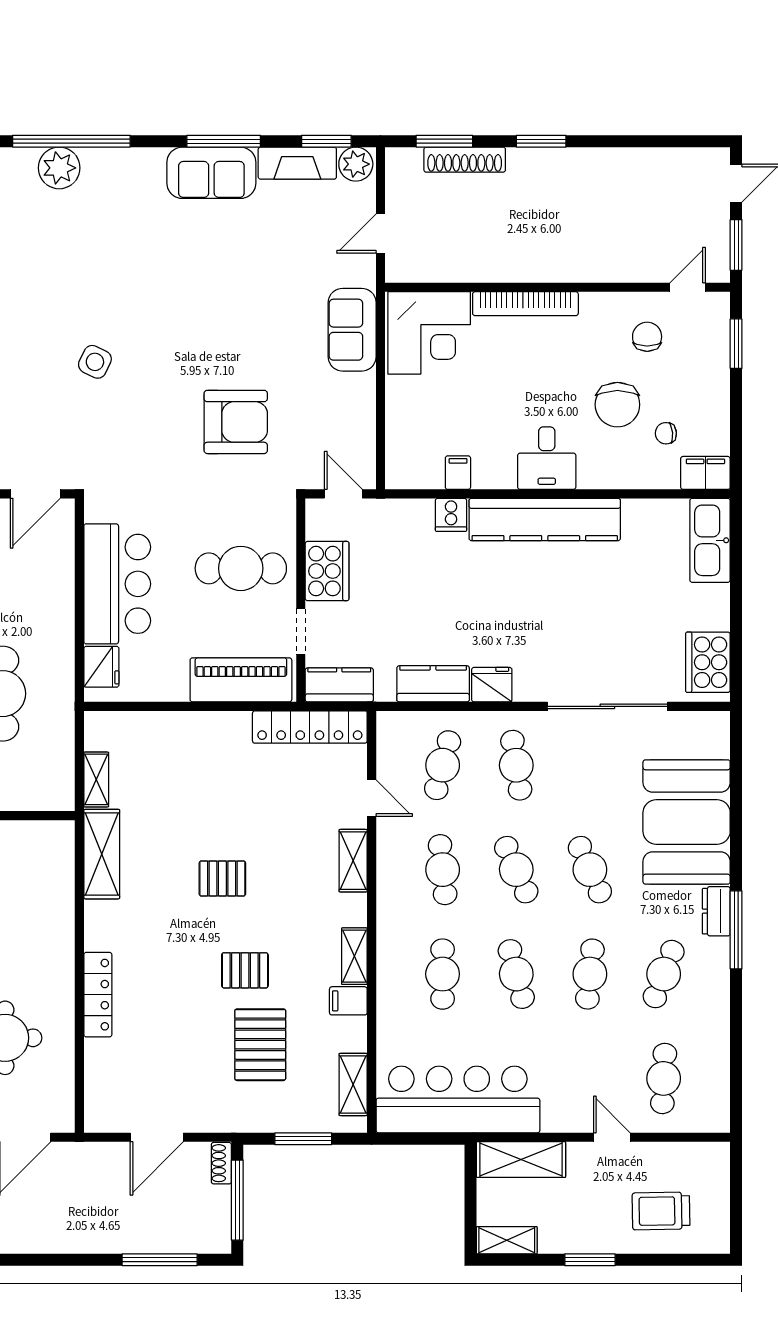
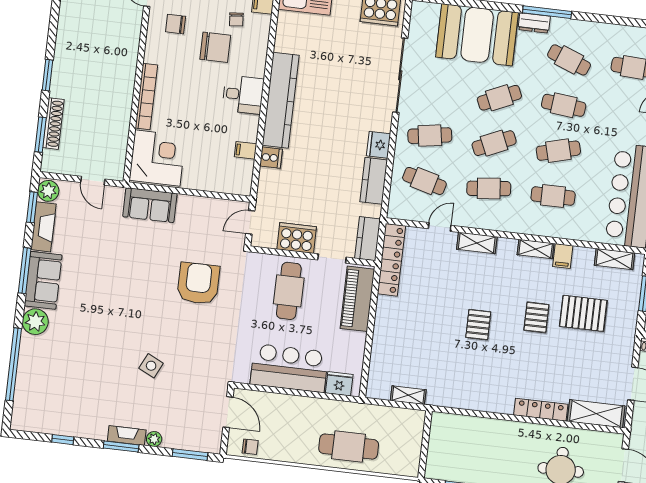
plant: (59, 168) -> (35, 322), moved
shelving: (102, 854) -> (596, 414), moved

